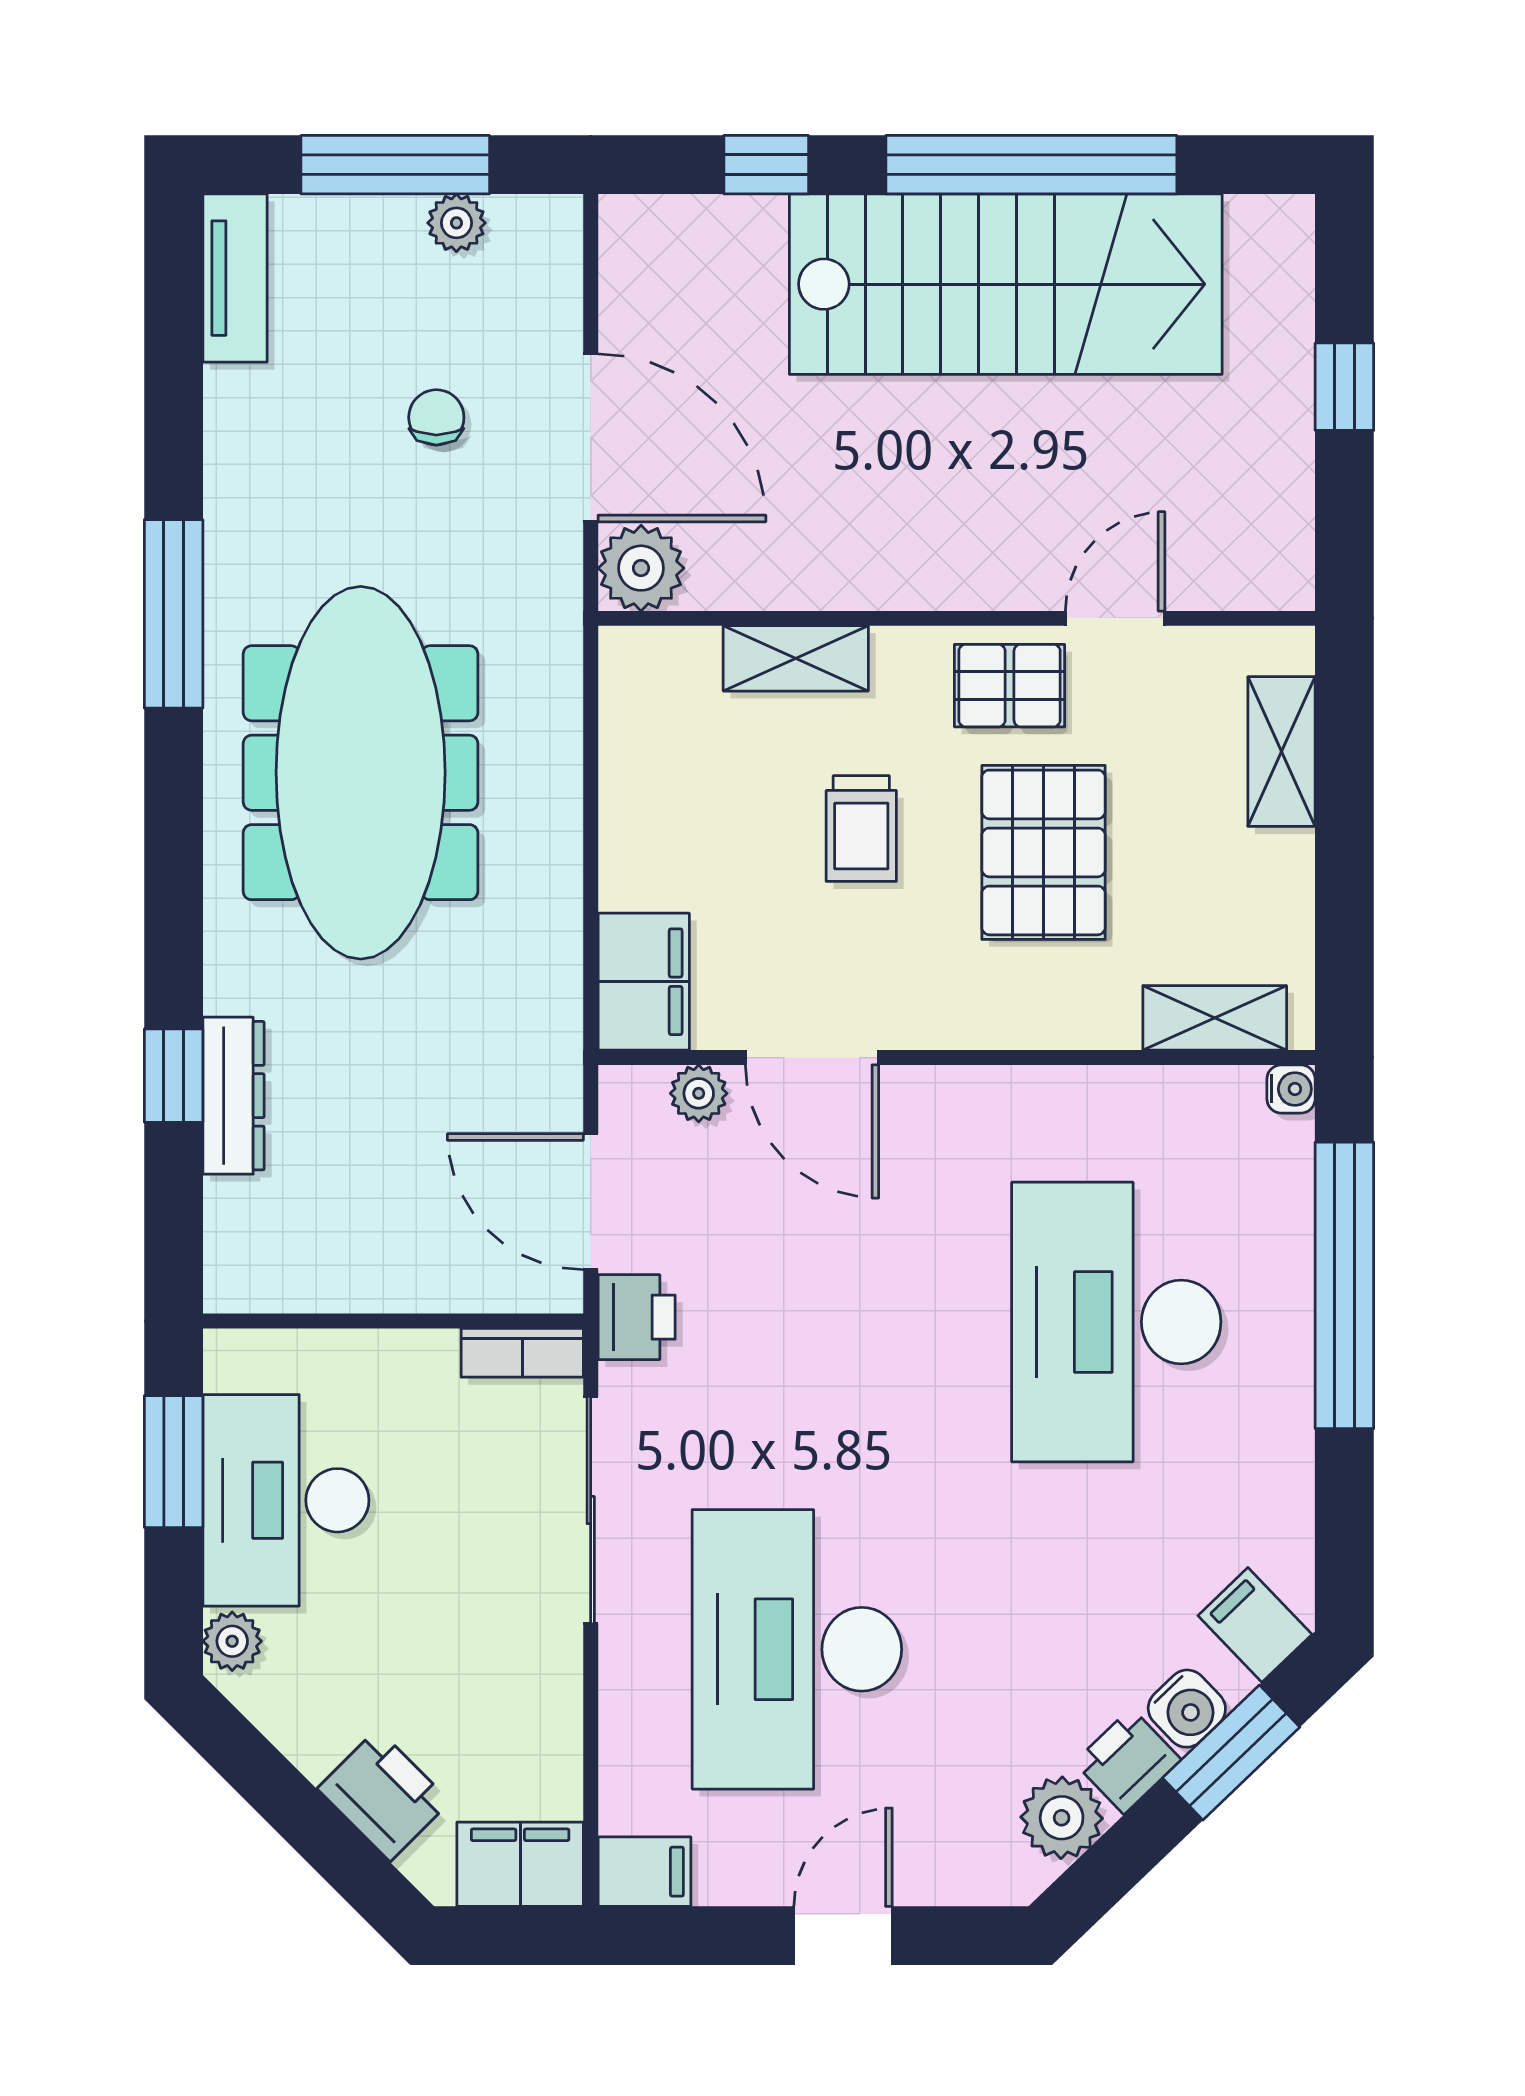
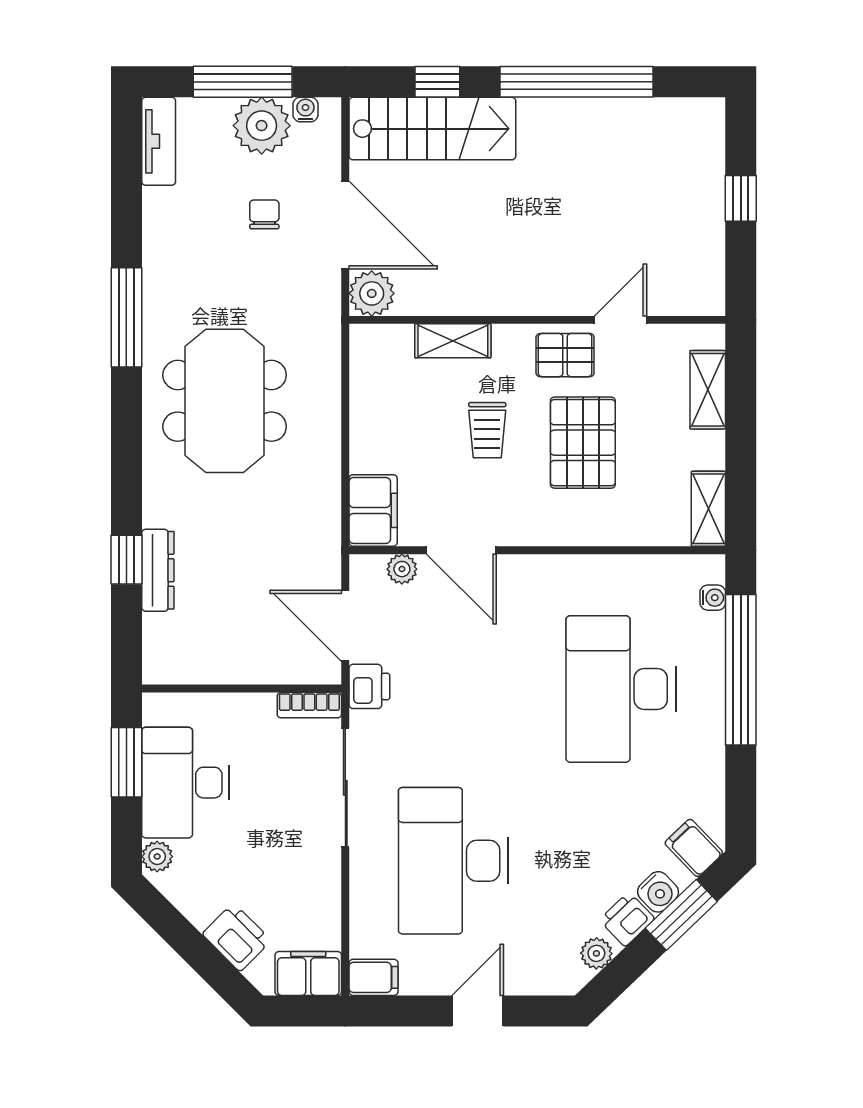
water cooler: (515, 218) -> (305, 110), added
plant: (456, 223) -> (262, 126), width x1.87, depth x1.87
stairs: (1006, 284) -> (432, 129), moved, width x0.73, depth x0.66
meeting table: (361, 773) -> (225, 401), width x0.73
shelving: (1215, 1018) -> (708, 509), moved, turned 90
water cooler: (1291, 1089) -> (713, 598), moved
plant: (1062, 1818) -> (596, 953), width x0.73, depth x0.73

